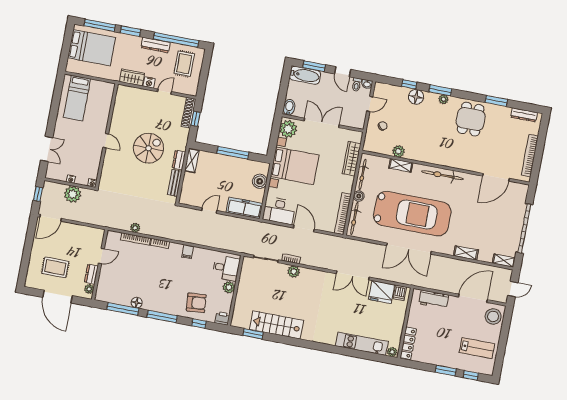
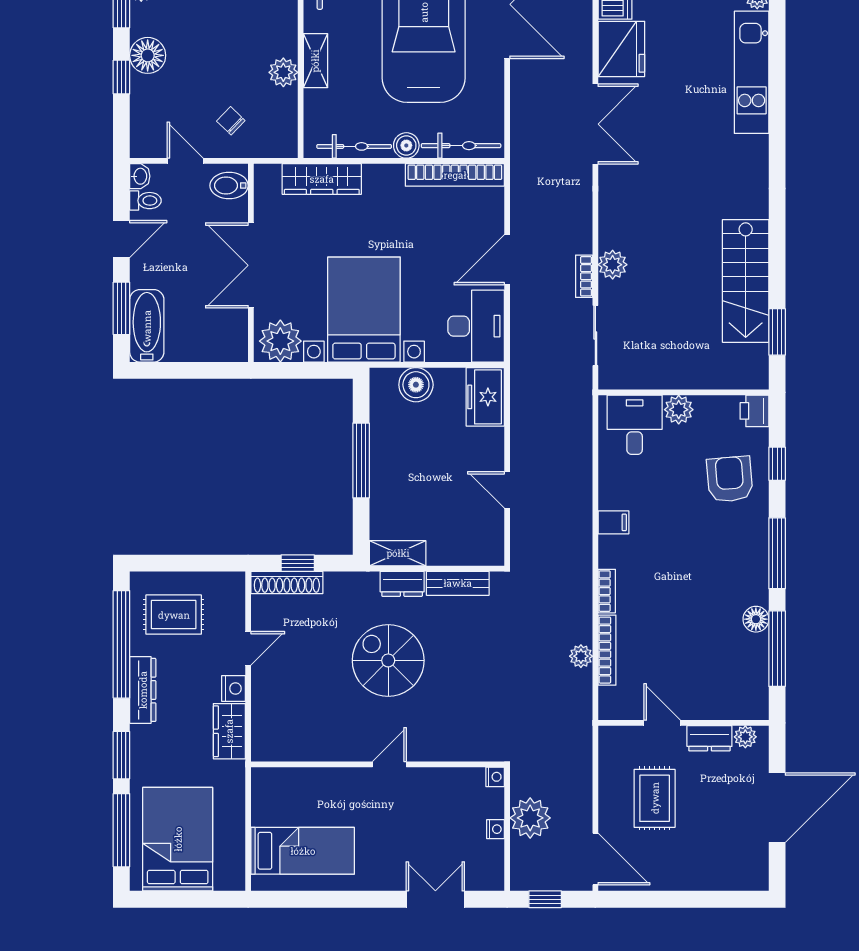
door: (164, 92) -> (248, 648), swing flipped
bidet: (289, 107) -> (229, 186), moved
freezer: (244, 208) -> (485, 397), width x0.71
rug: (55, 267) -> (655, 798), moved

